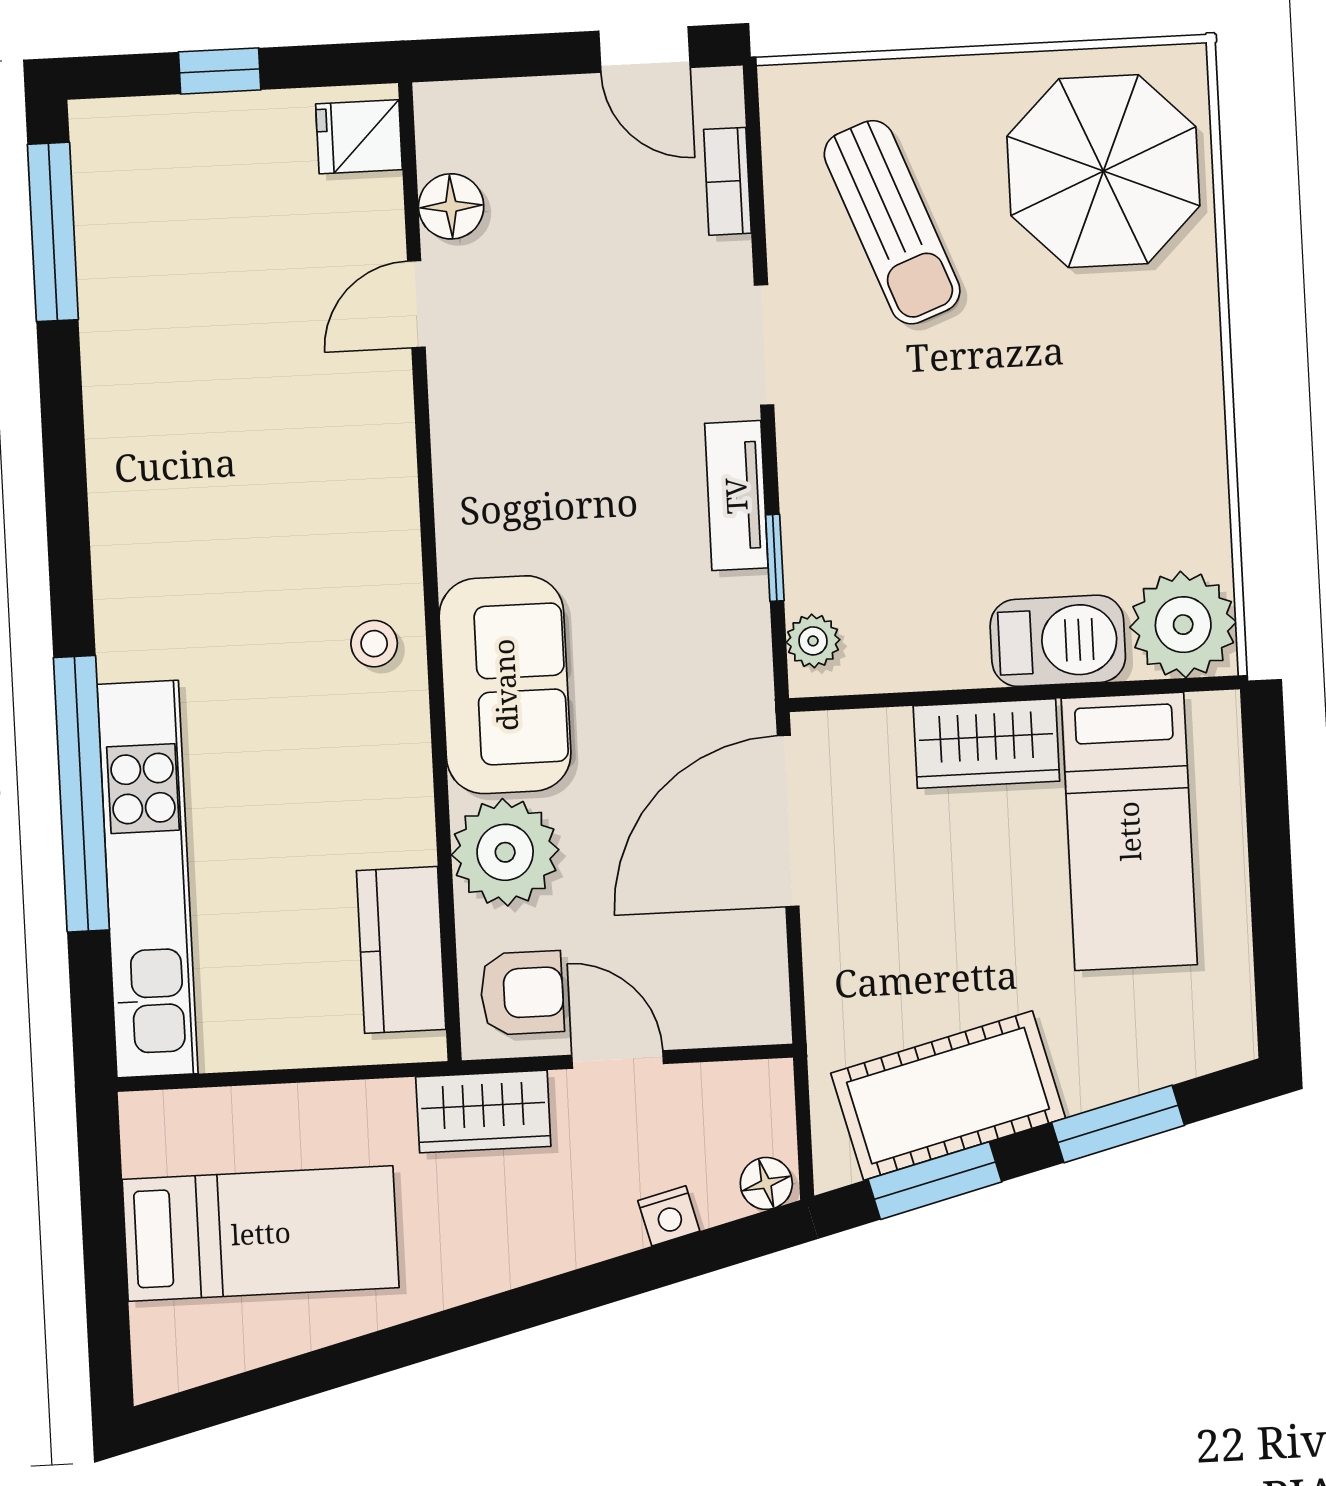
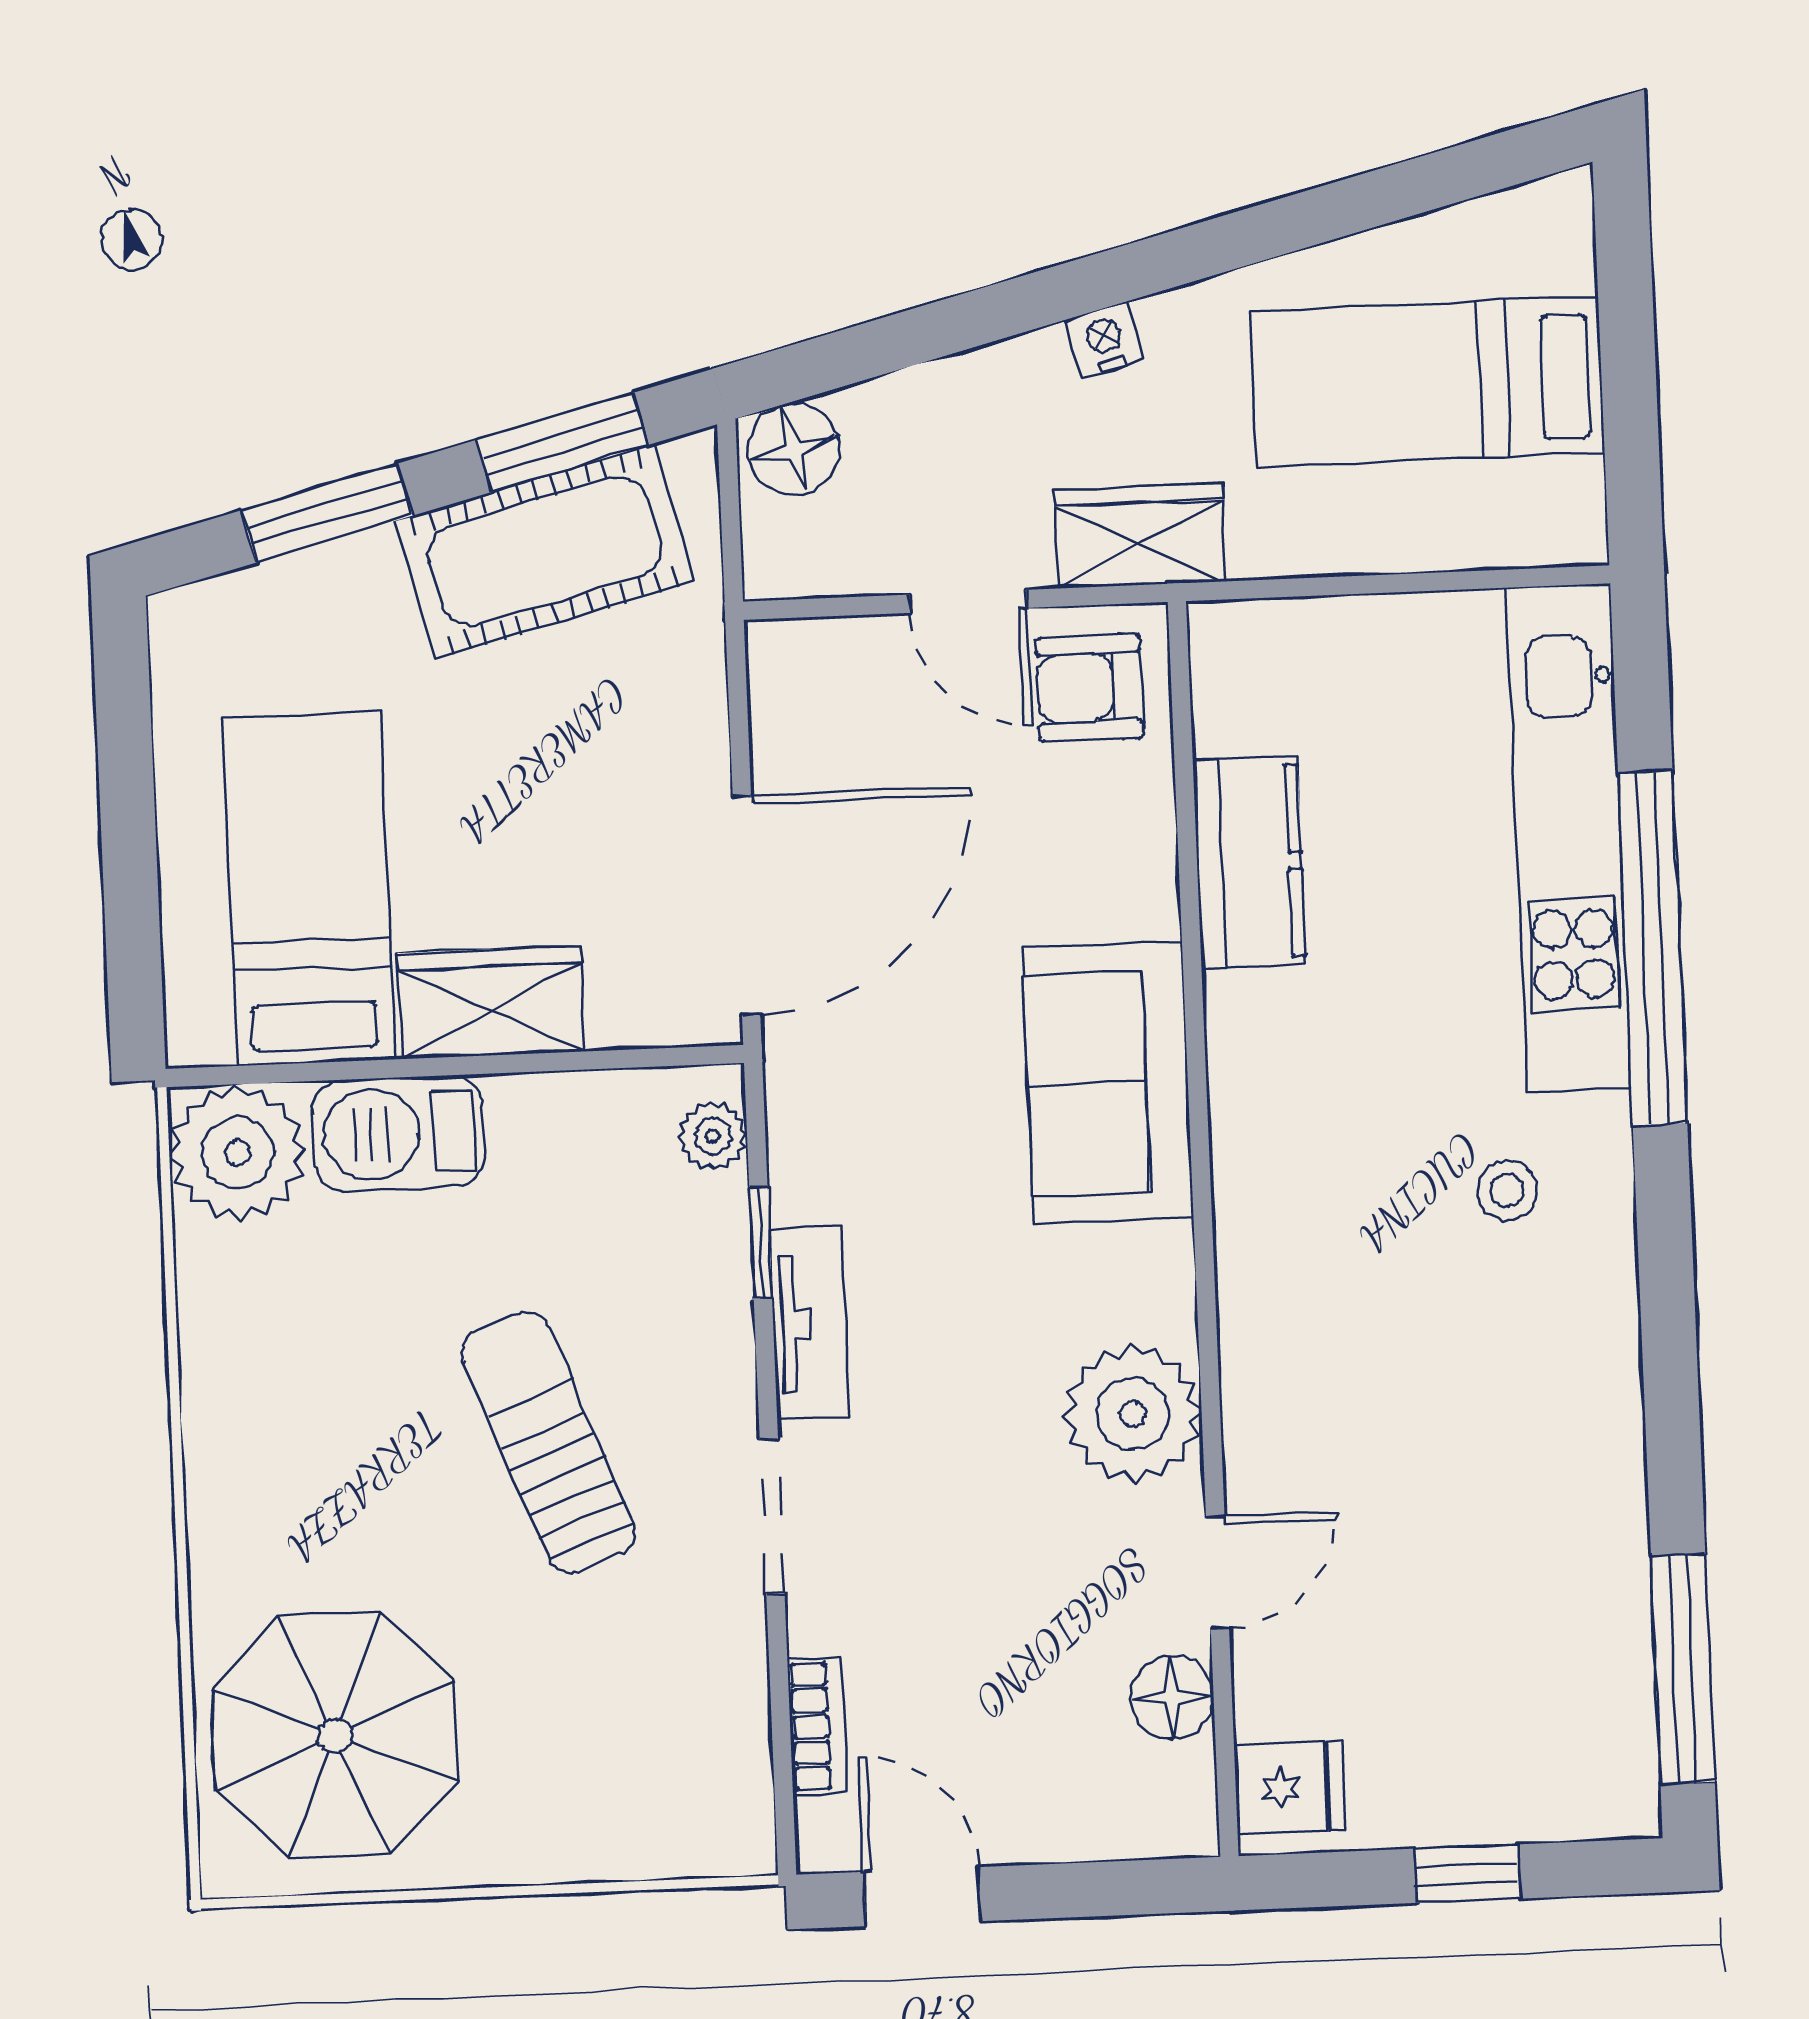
sun lounger: (892, 222) -> (548, 1442), moved
stool: (374, 644) -> (1507, 1190), moved
plant: (505, 852) -> (1133, 1414), moved
kitchen counter: (401, 950) -> (1249, 863), moved
floor lamp: (766, 1183) -> (794, 449), width x1.37, depth x1.37
nightstand: (669, 1216) -> (1105, 340), moved

